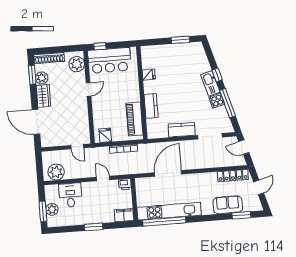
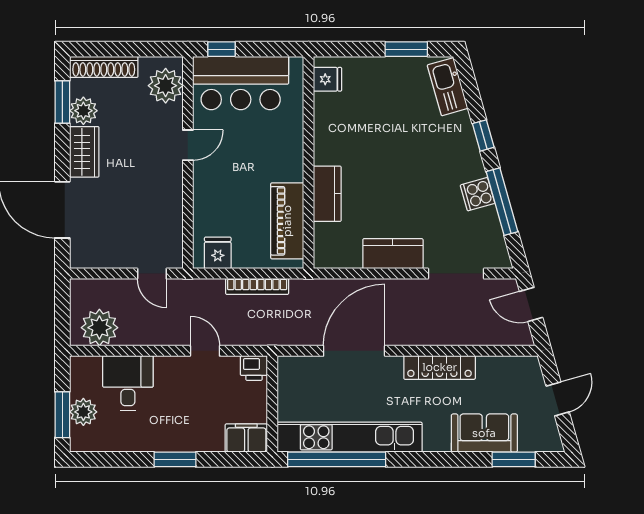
fridge: (149, 75) -> (328, 79), moved
kitchen sink: (210, 83) -> (448, 87), moved
locker: (233, 176) -> (440, 367), moved

